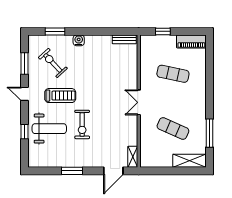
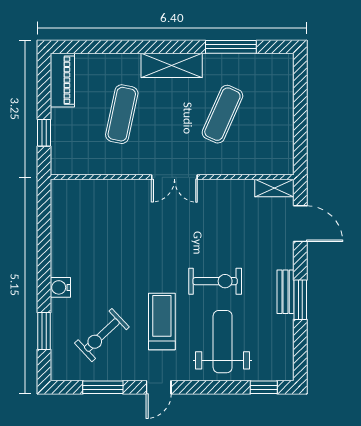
bench: (124, 39) -> (286, 292), moved
window: (24, 132) -> (264, 387), moved
shelving: (190, 161) -> (172, 65), moved, turned 90

